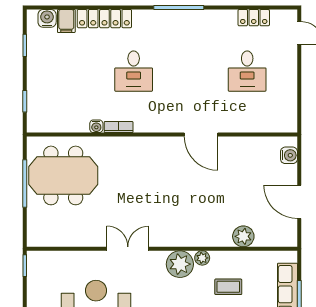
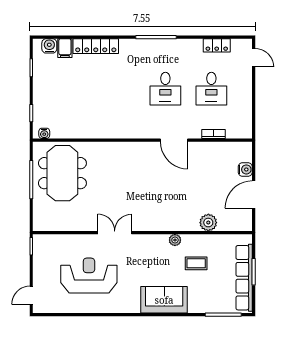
desk: (134, 71) -> (165, 89), moved
water cooler: (96, 126) -> (44, 133), moved
bookcase: (119, 127) -> (214, 134), moved
water cooler: (289, 155) -> (245, 169), moved
meeting table: (63, 175) -> (62, 173), turned 90
door: (299, 202) -> (254, 195), hinge flipped
plant: (180, 264) -> (157, 245), removed

